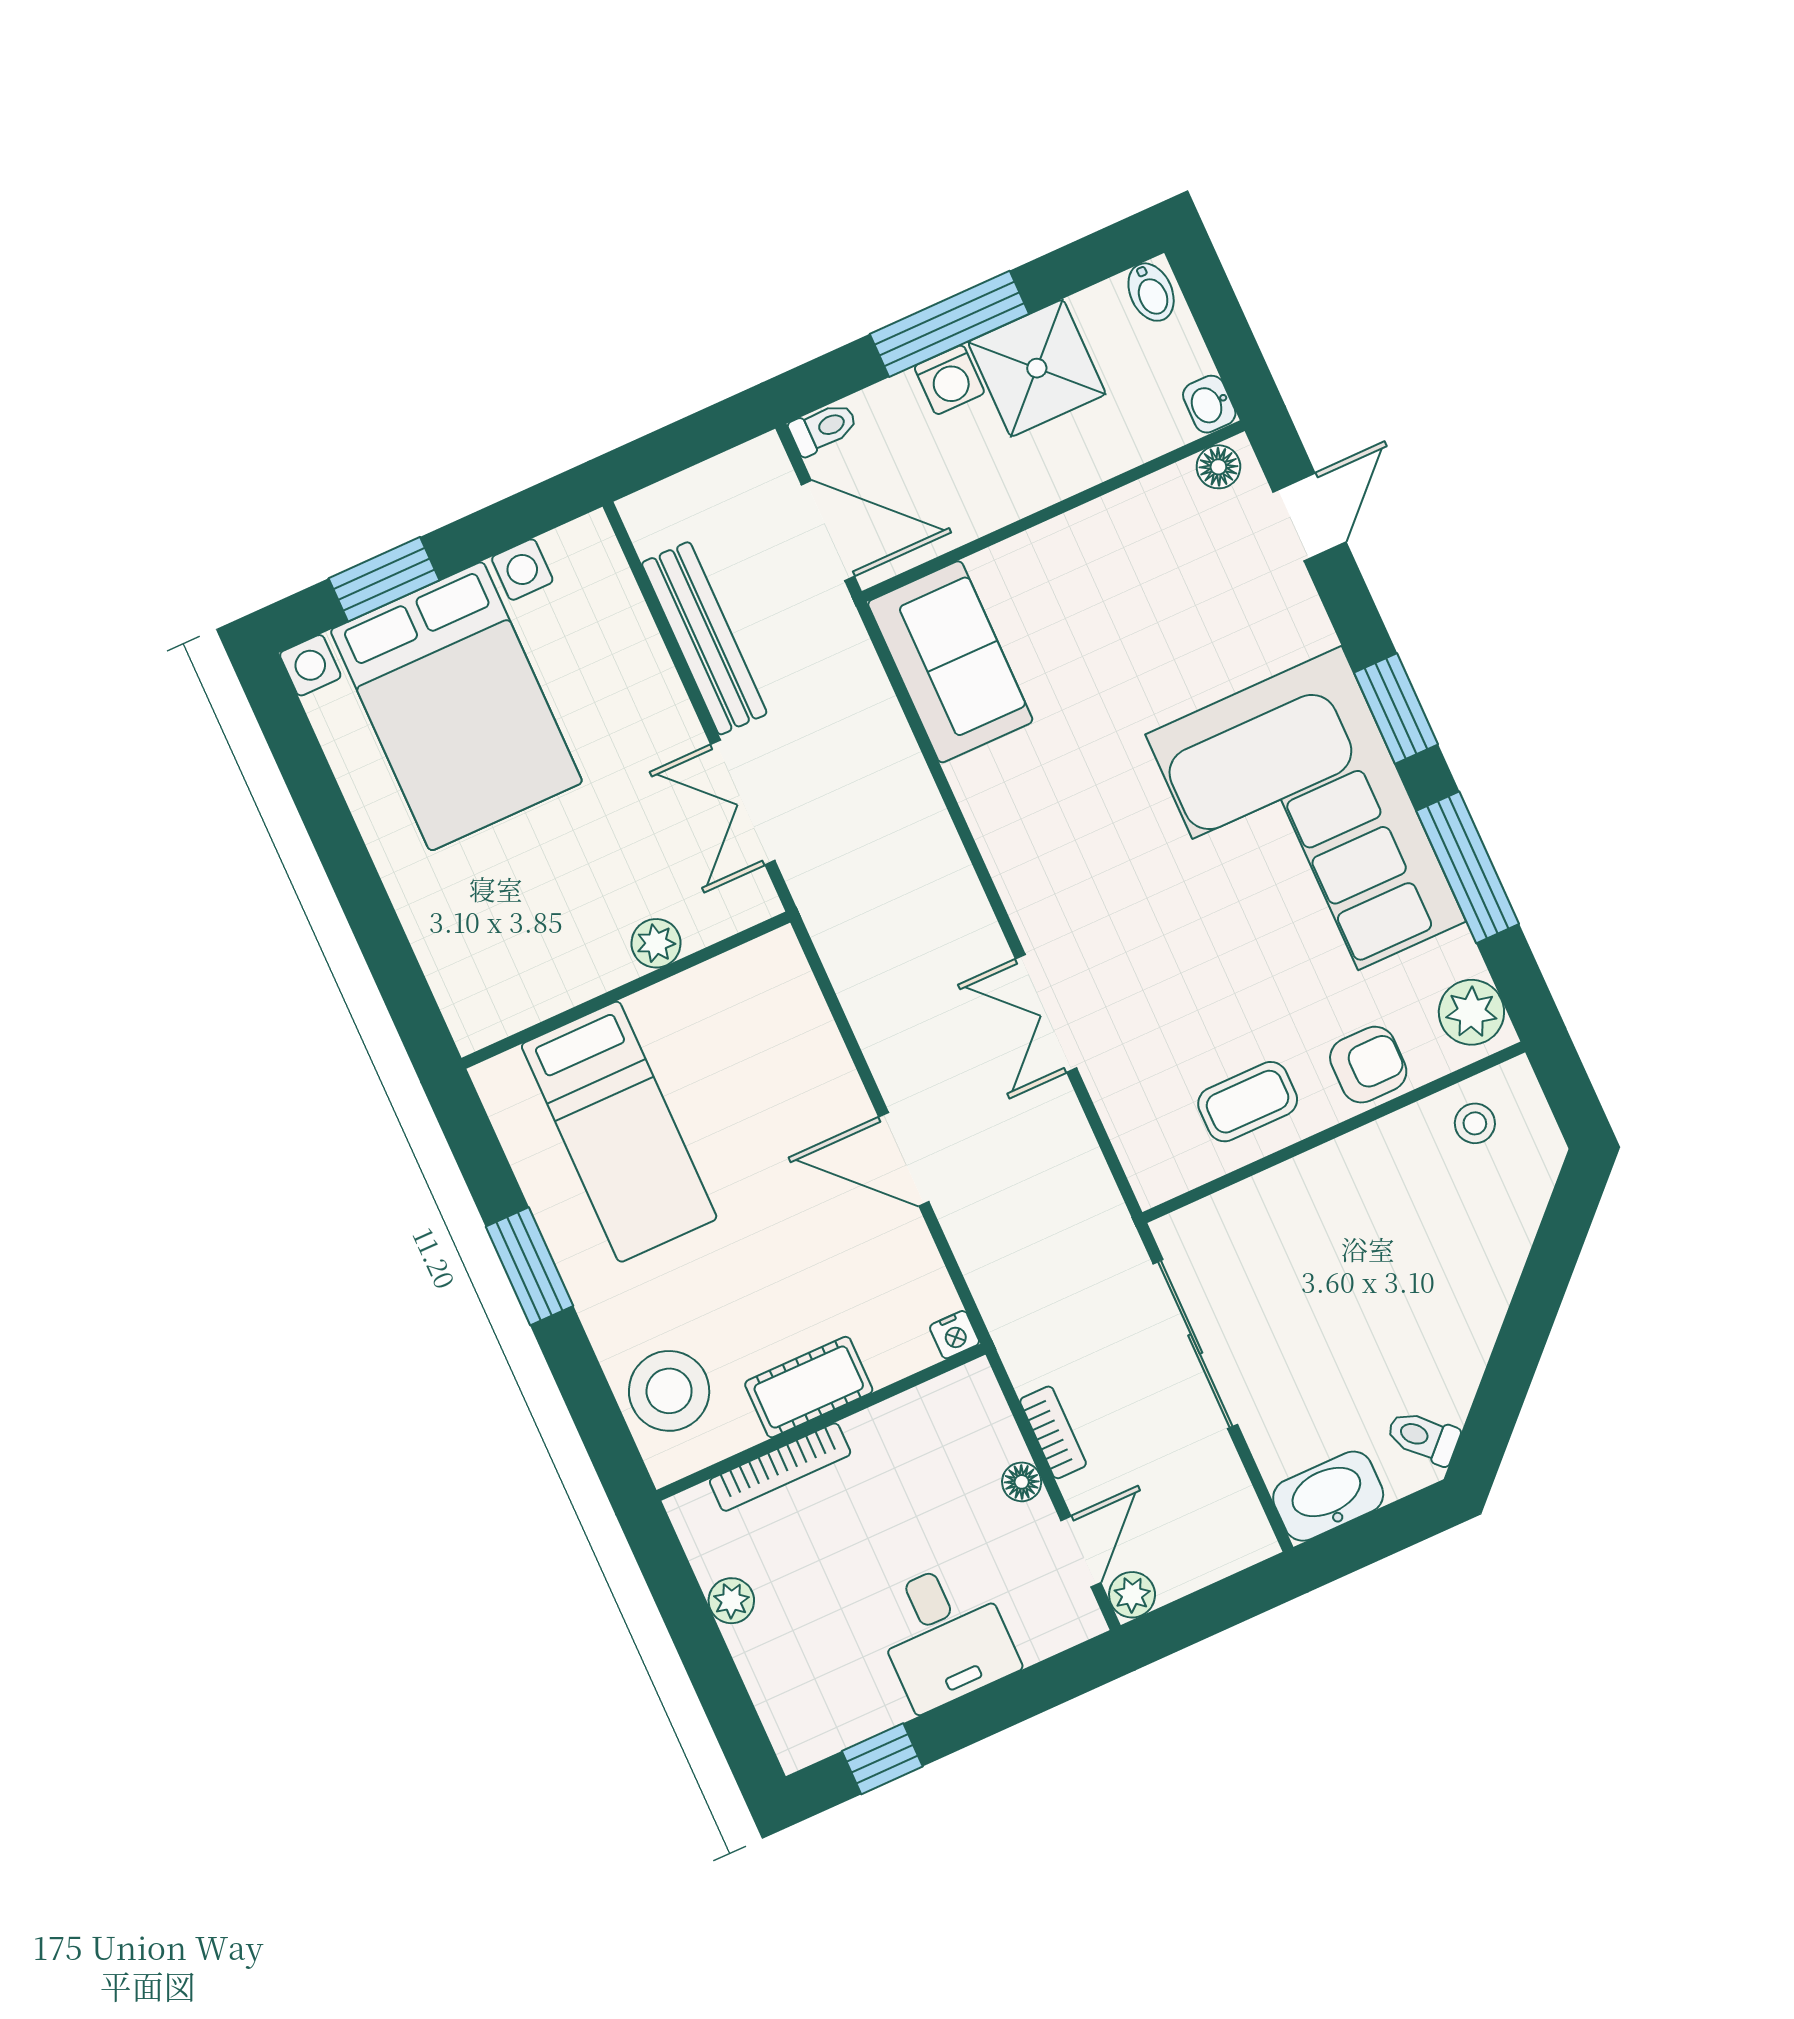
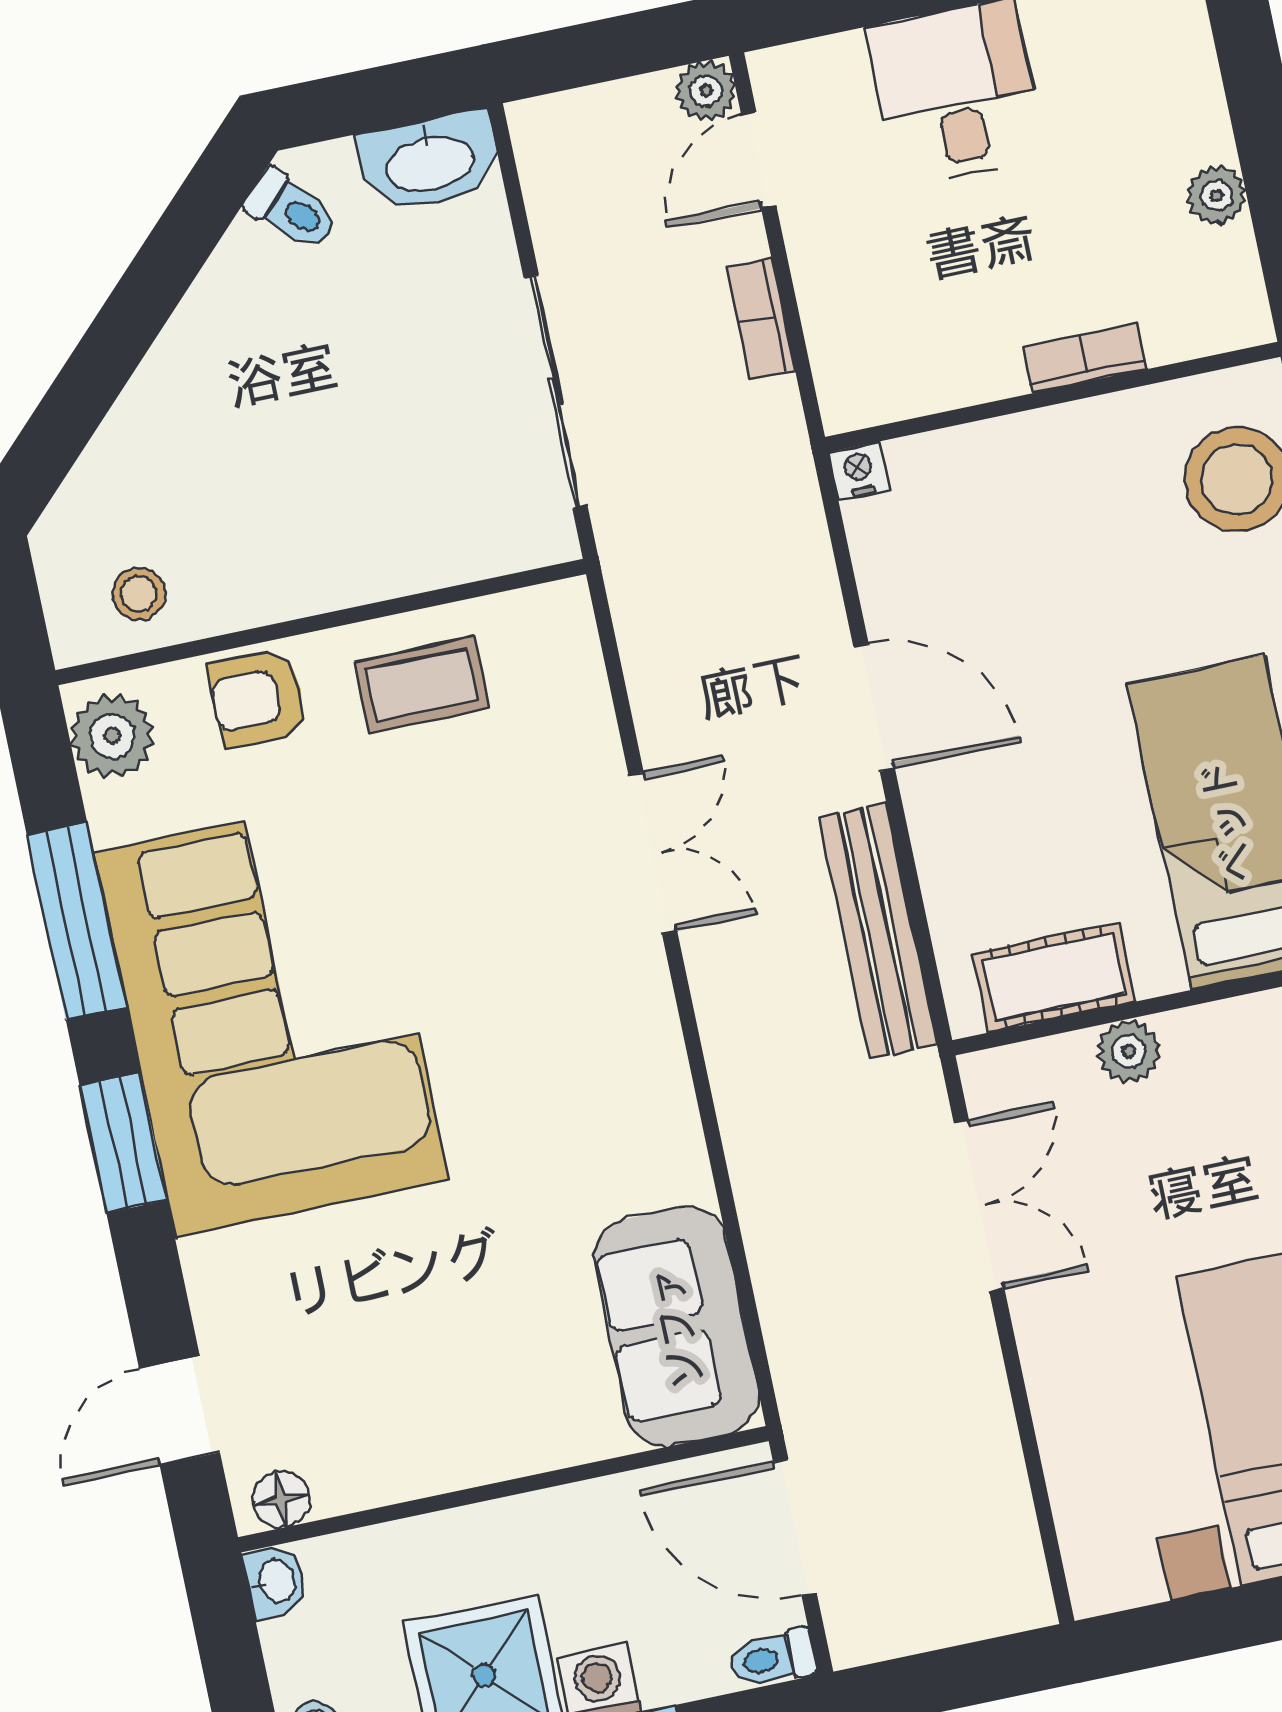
bench: (704, 638) -> (878, 931), moved
cot: (809, 1387) -> (1054, 977), moved
bookcase: (780, 1467) -> (1085, 358), width x0.64
floor lamp: (1022, 1482) -> (815, 265), removed

